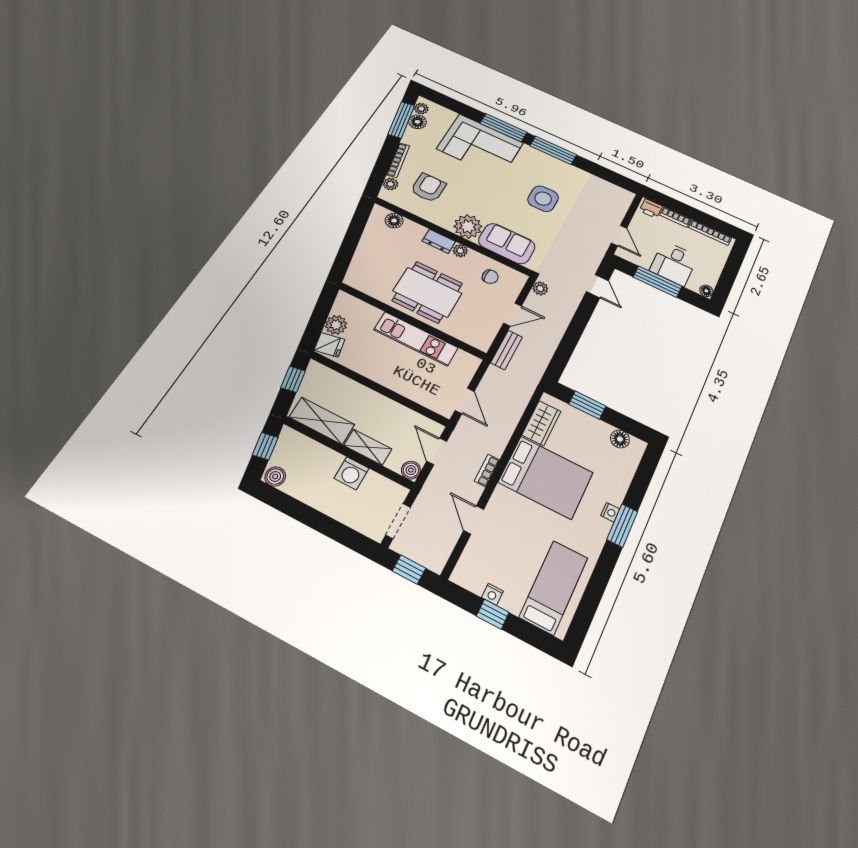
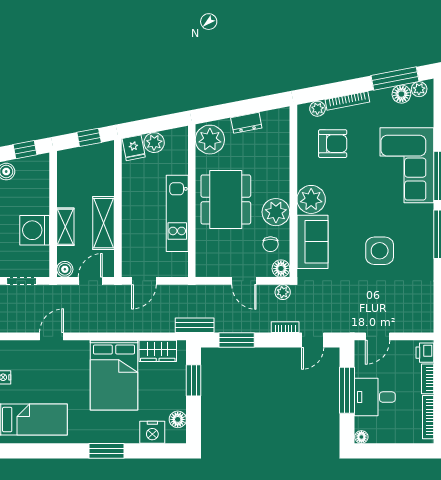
floor lamp: (394, 221) -> (281, 269), moved
dresser: (439, 241) -> (246, 123), moved, turned -101
plant: (460, 251) -> (276, 212), width x1.88, depth x1.88
plant: (364, 278) -> (210, 140), added
window: (566, 348) -> (237, 340), added
bench: (506, 350) -> (195, 325), moved
shelving: (322, 421) -> (103, 223), moved
bookcase: (487, 470) -> (285, 327), moved
washing machine: (351, 473) -> (35, 230), width x1.37, depth x1.37
nightstand: (610, 512) -> (152, 432), moved, width x1.89, depth x1.79

